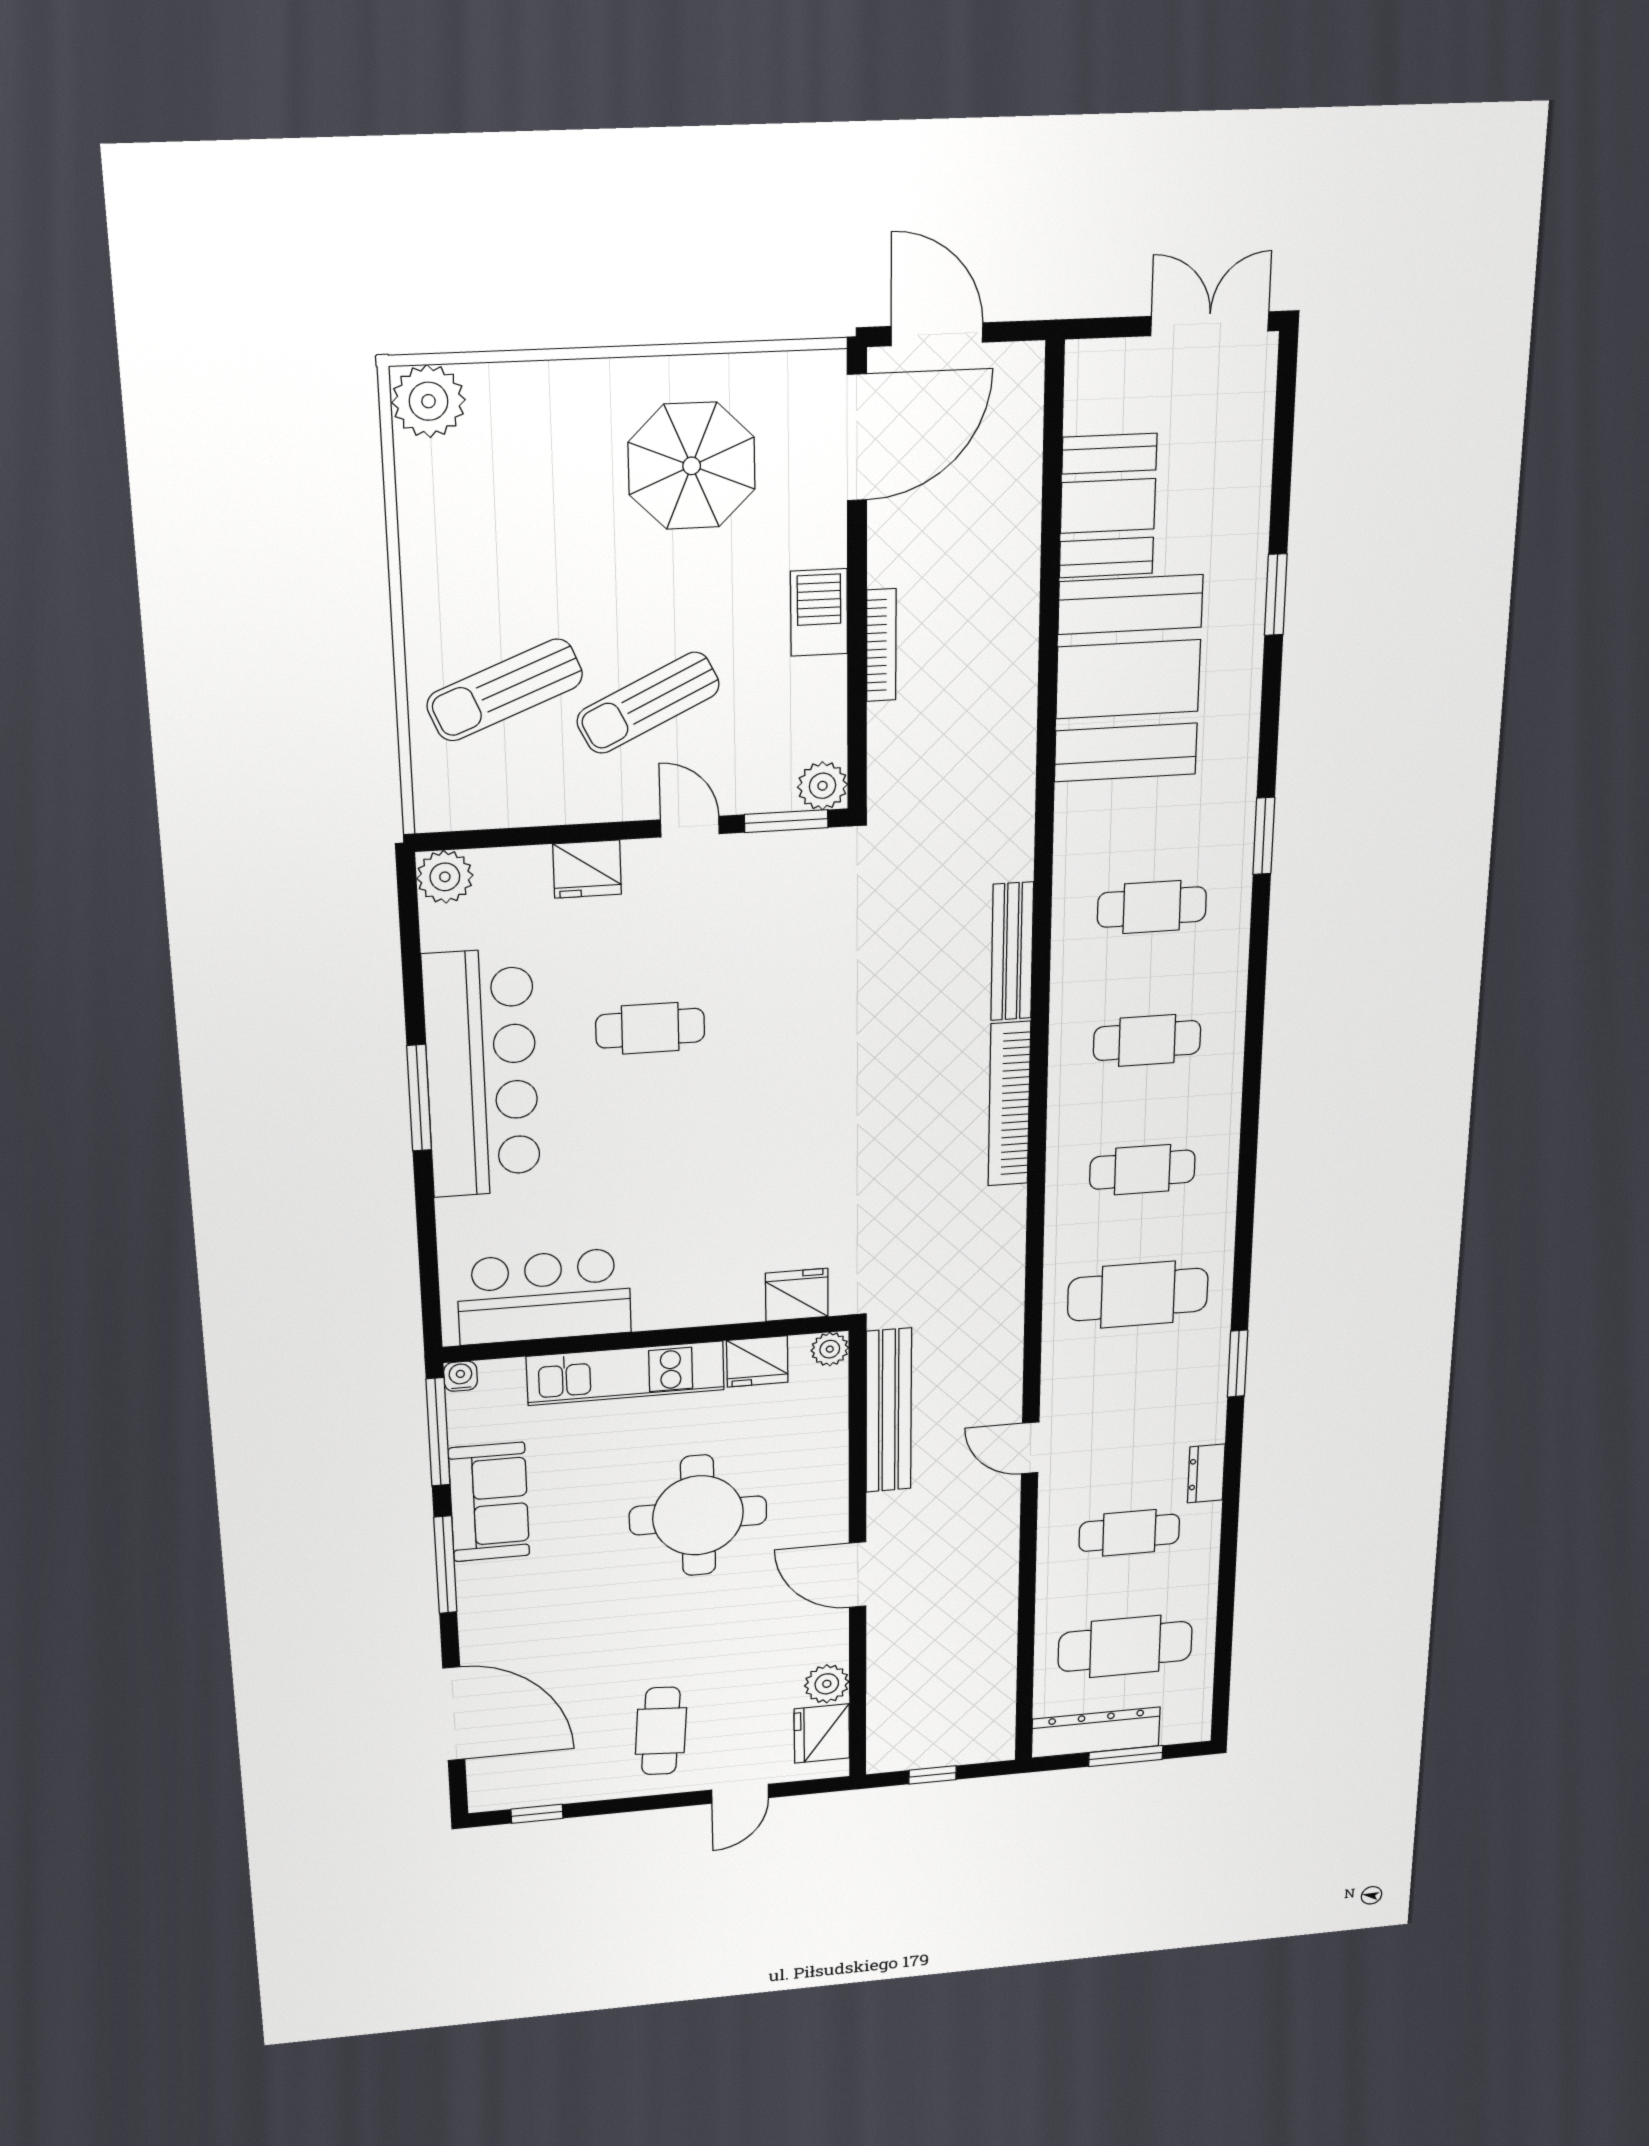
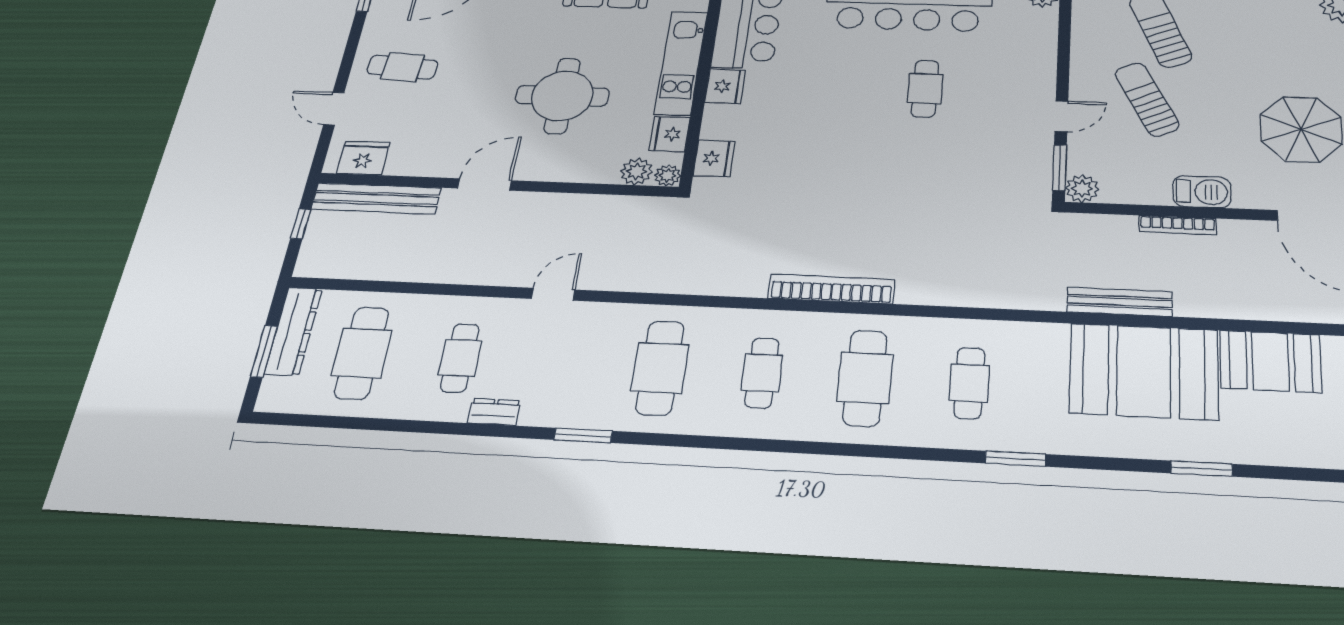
fridge: (587, 869) -> (725, 86), moved, turned 180
bench: (1012, 951) -> (1120, 302), moved
cafe table: (1147, 1040) -> (865, 378), width x1.37, depth x1.35
bench: (889, 1411) -> (376, 199), moved
plant: (827, 1684) -> (637, 172), moved

